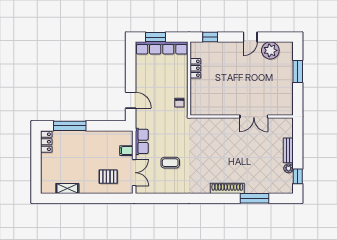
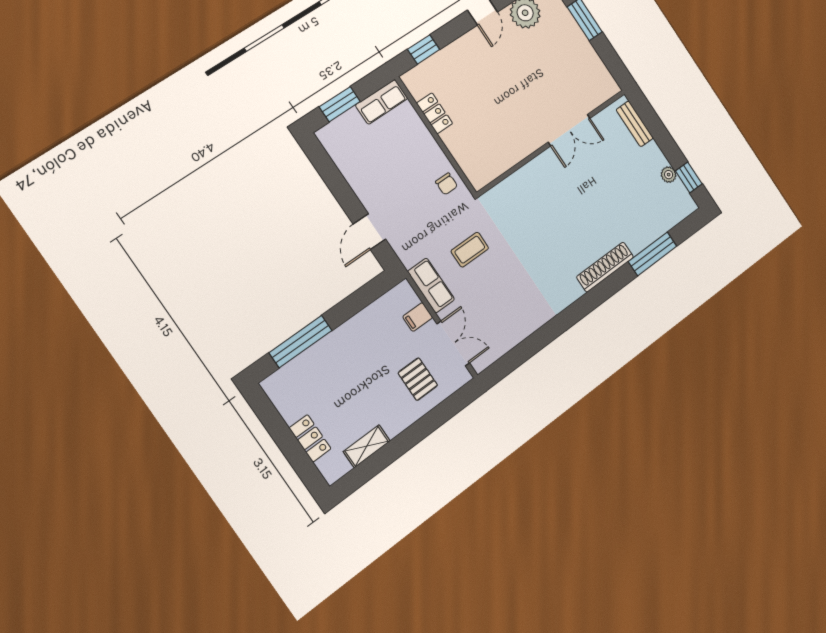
row of seats: (162, 48) -> (382, 102), width x0.50
door: (131, 100) -> (369, 232), swing flipped
locker: (46, 142) -> (310, 438), moved
bench: (288, 150) -> (635, 124), moved
coffee table: (170, 163) -> (470, 250), moved
pallet: (108, 177) -> (418, 379), turned 90

